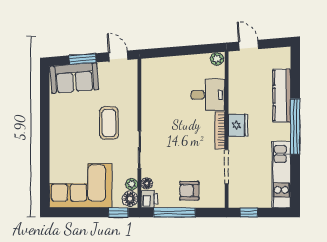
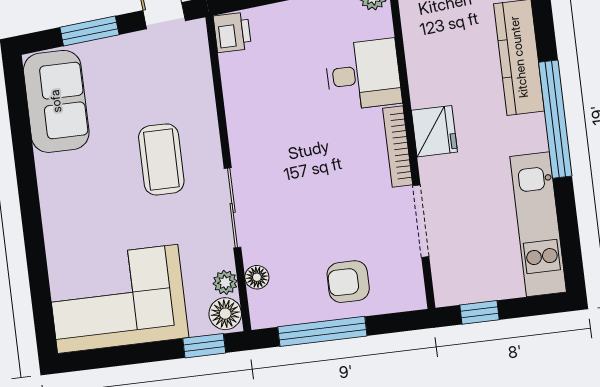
sofa: (74, 78) -> (56, 101), moved, turned -85
printer: (149, 199) -> (232, 32), moved

